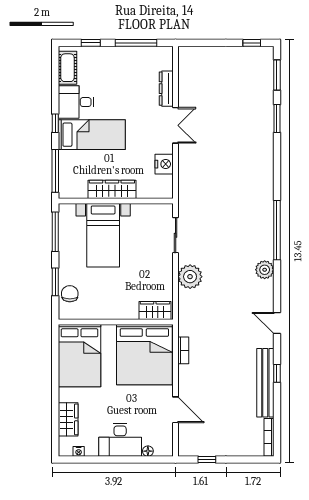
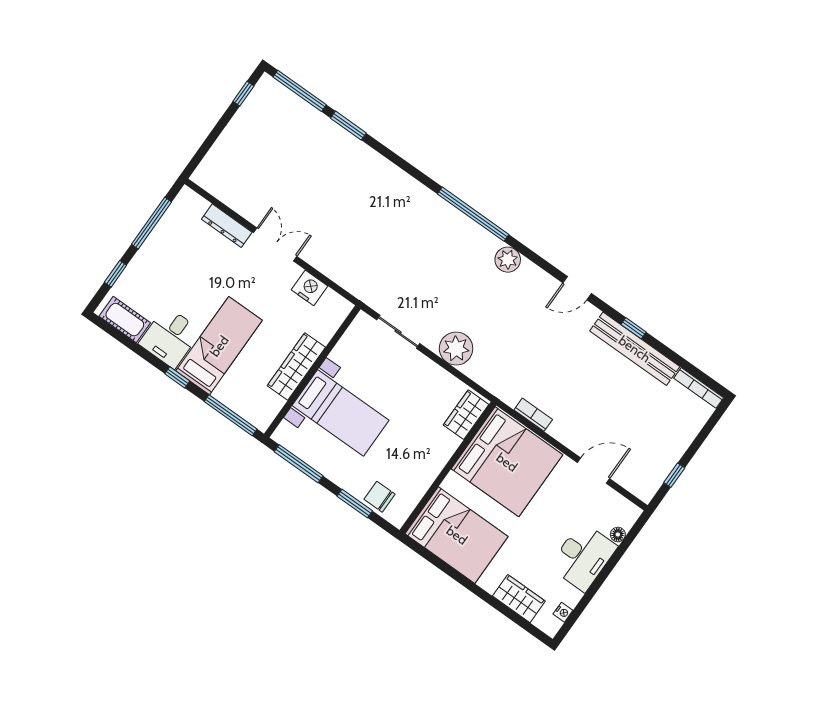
window: (277, 75) -> (300, 91), width x1.44

